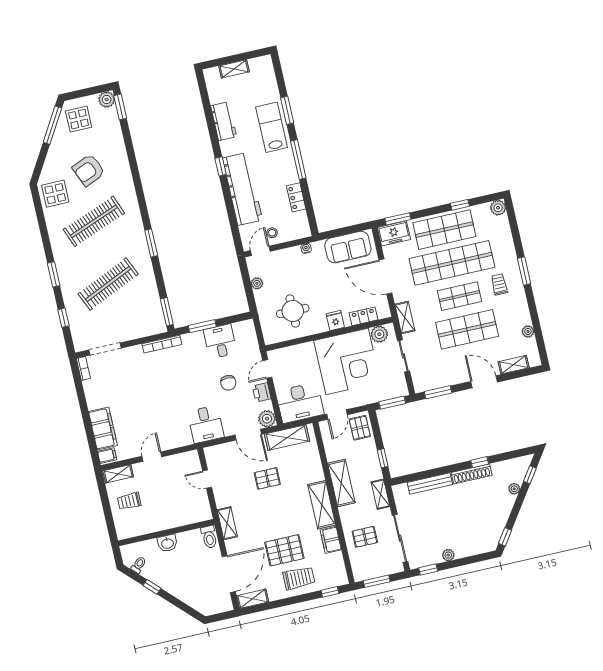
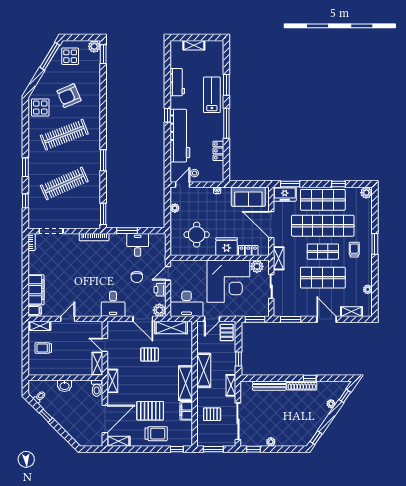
fridge: (335, 321) -> (227, 247), width x1.88, depth x1.34
shelving: (203, 505) -> (97, 364), added

